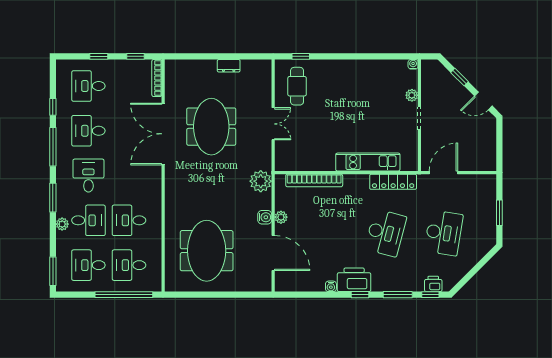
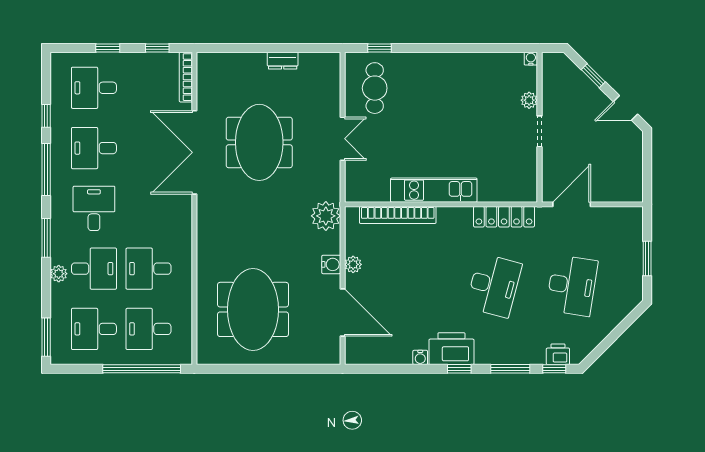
kitchen unit: (368, 162) -> (434, 190), moved

